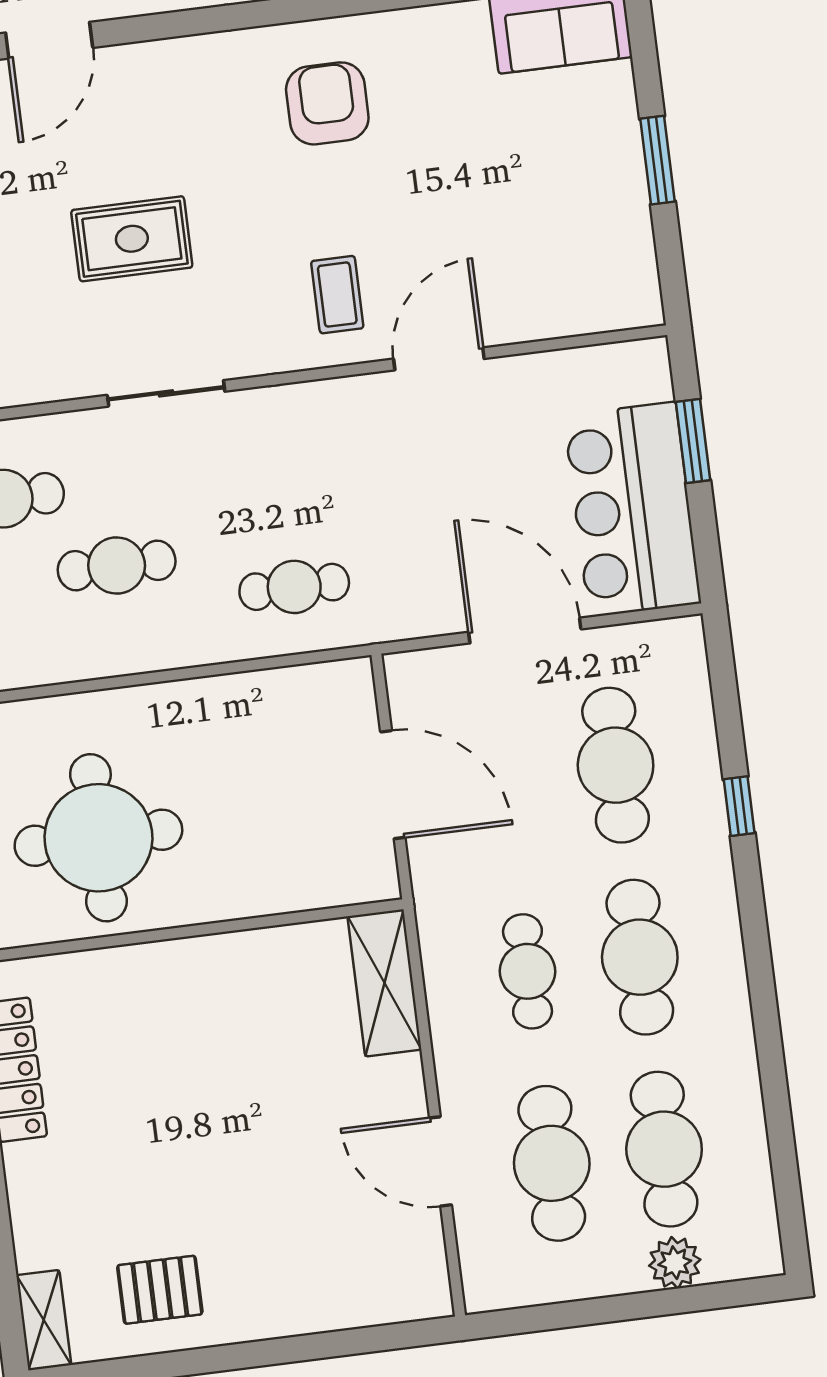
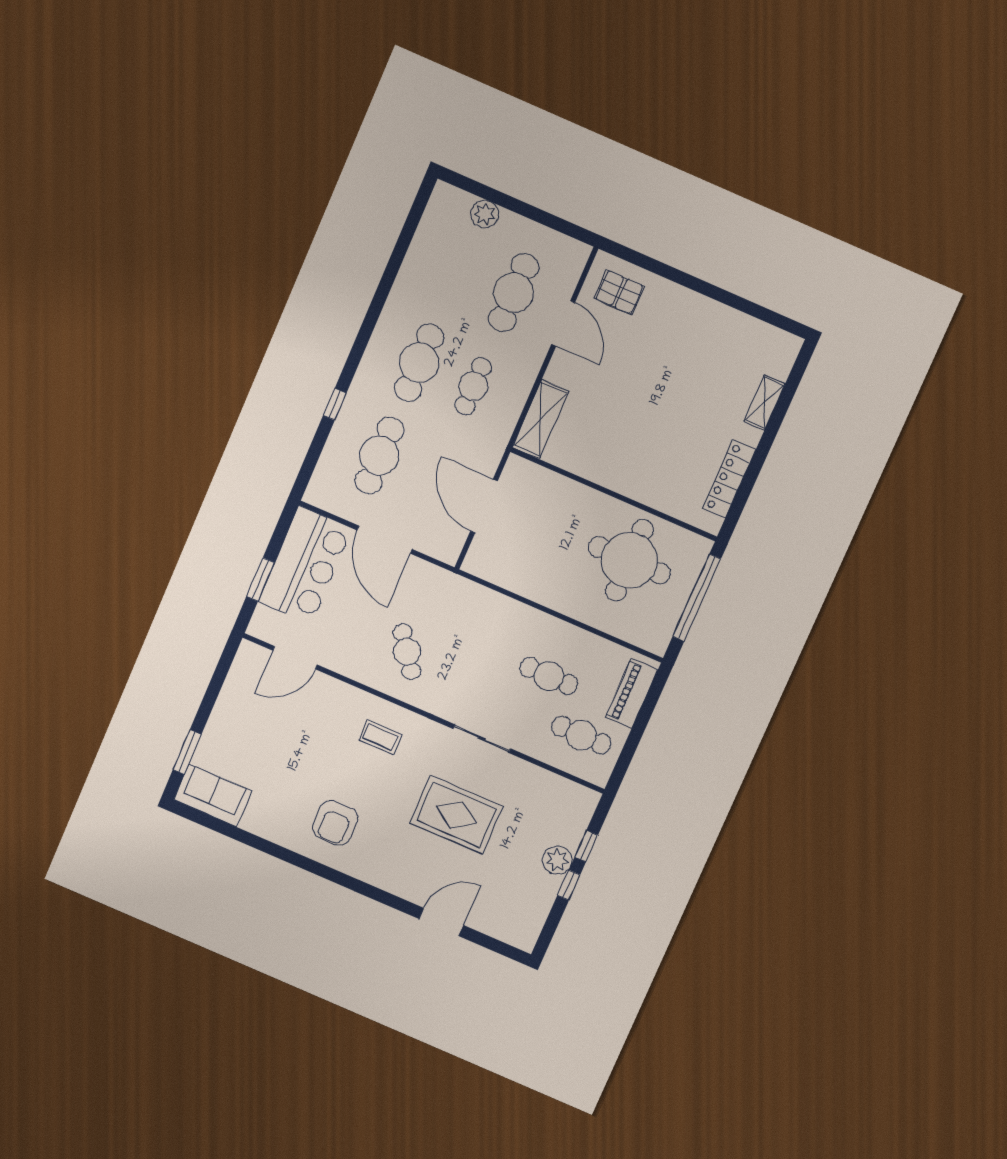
window: (657, 160) -> (187, 752), moved
rug: (132, 239) -> (456, 815), width x1.36, depth x1.43
coffee table: (337, 295) -> (380, 737), turned 90
door: (439, 359) -> (295, 658), moved
cafe table: (294, 587) -> (407, 652), moved, turned 54
cafe table: (664, 1149) -> (459, 269), removed
pallet: (160, 1290) -> (619, 292), moved
shelving: (44, 1320) -> (764, 403), moved

